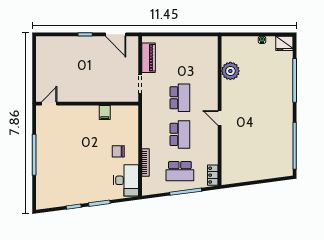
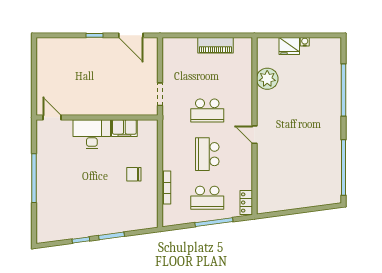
fridge: (284, 43) -> (289, 46), moved
piano: (149, 58) -> (215, 45), moved, turned 90
school desk: (180, 98) -> (207, 111), turned 90
door: (49, 104) -> (52, 117), hinge flipped
filing cabinet: (105, 113) -> (124, 128), width x2.00
school desk: (180, 134) -> (207, 154), turned 180
desk: (126, 180) -> (92, 134), moved, turned -90

